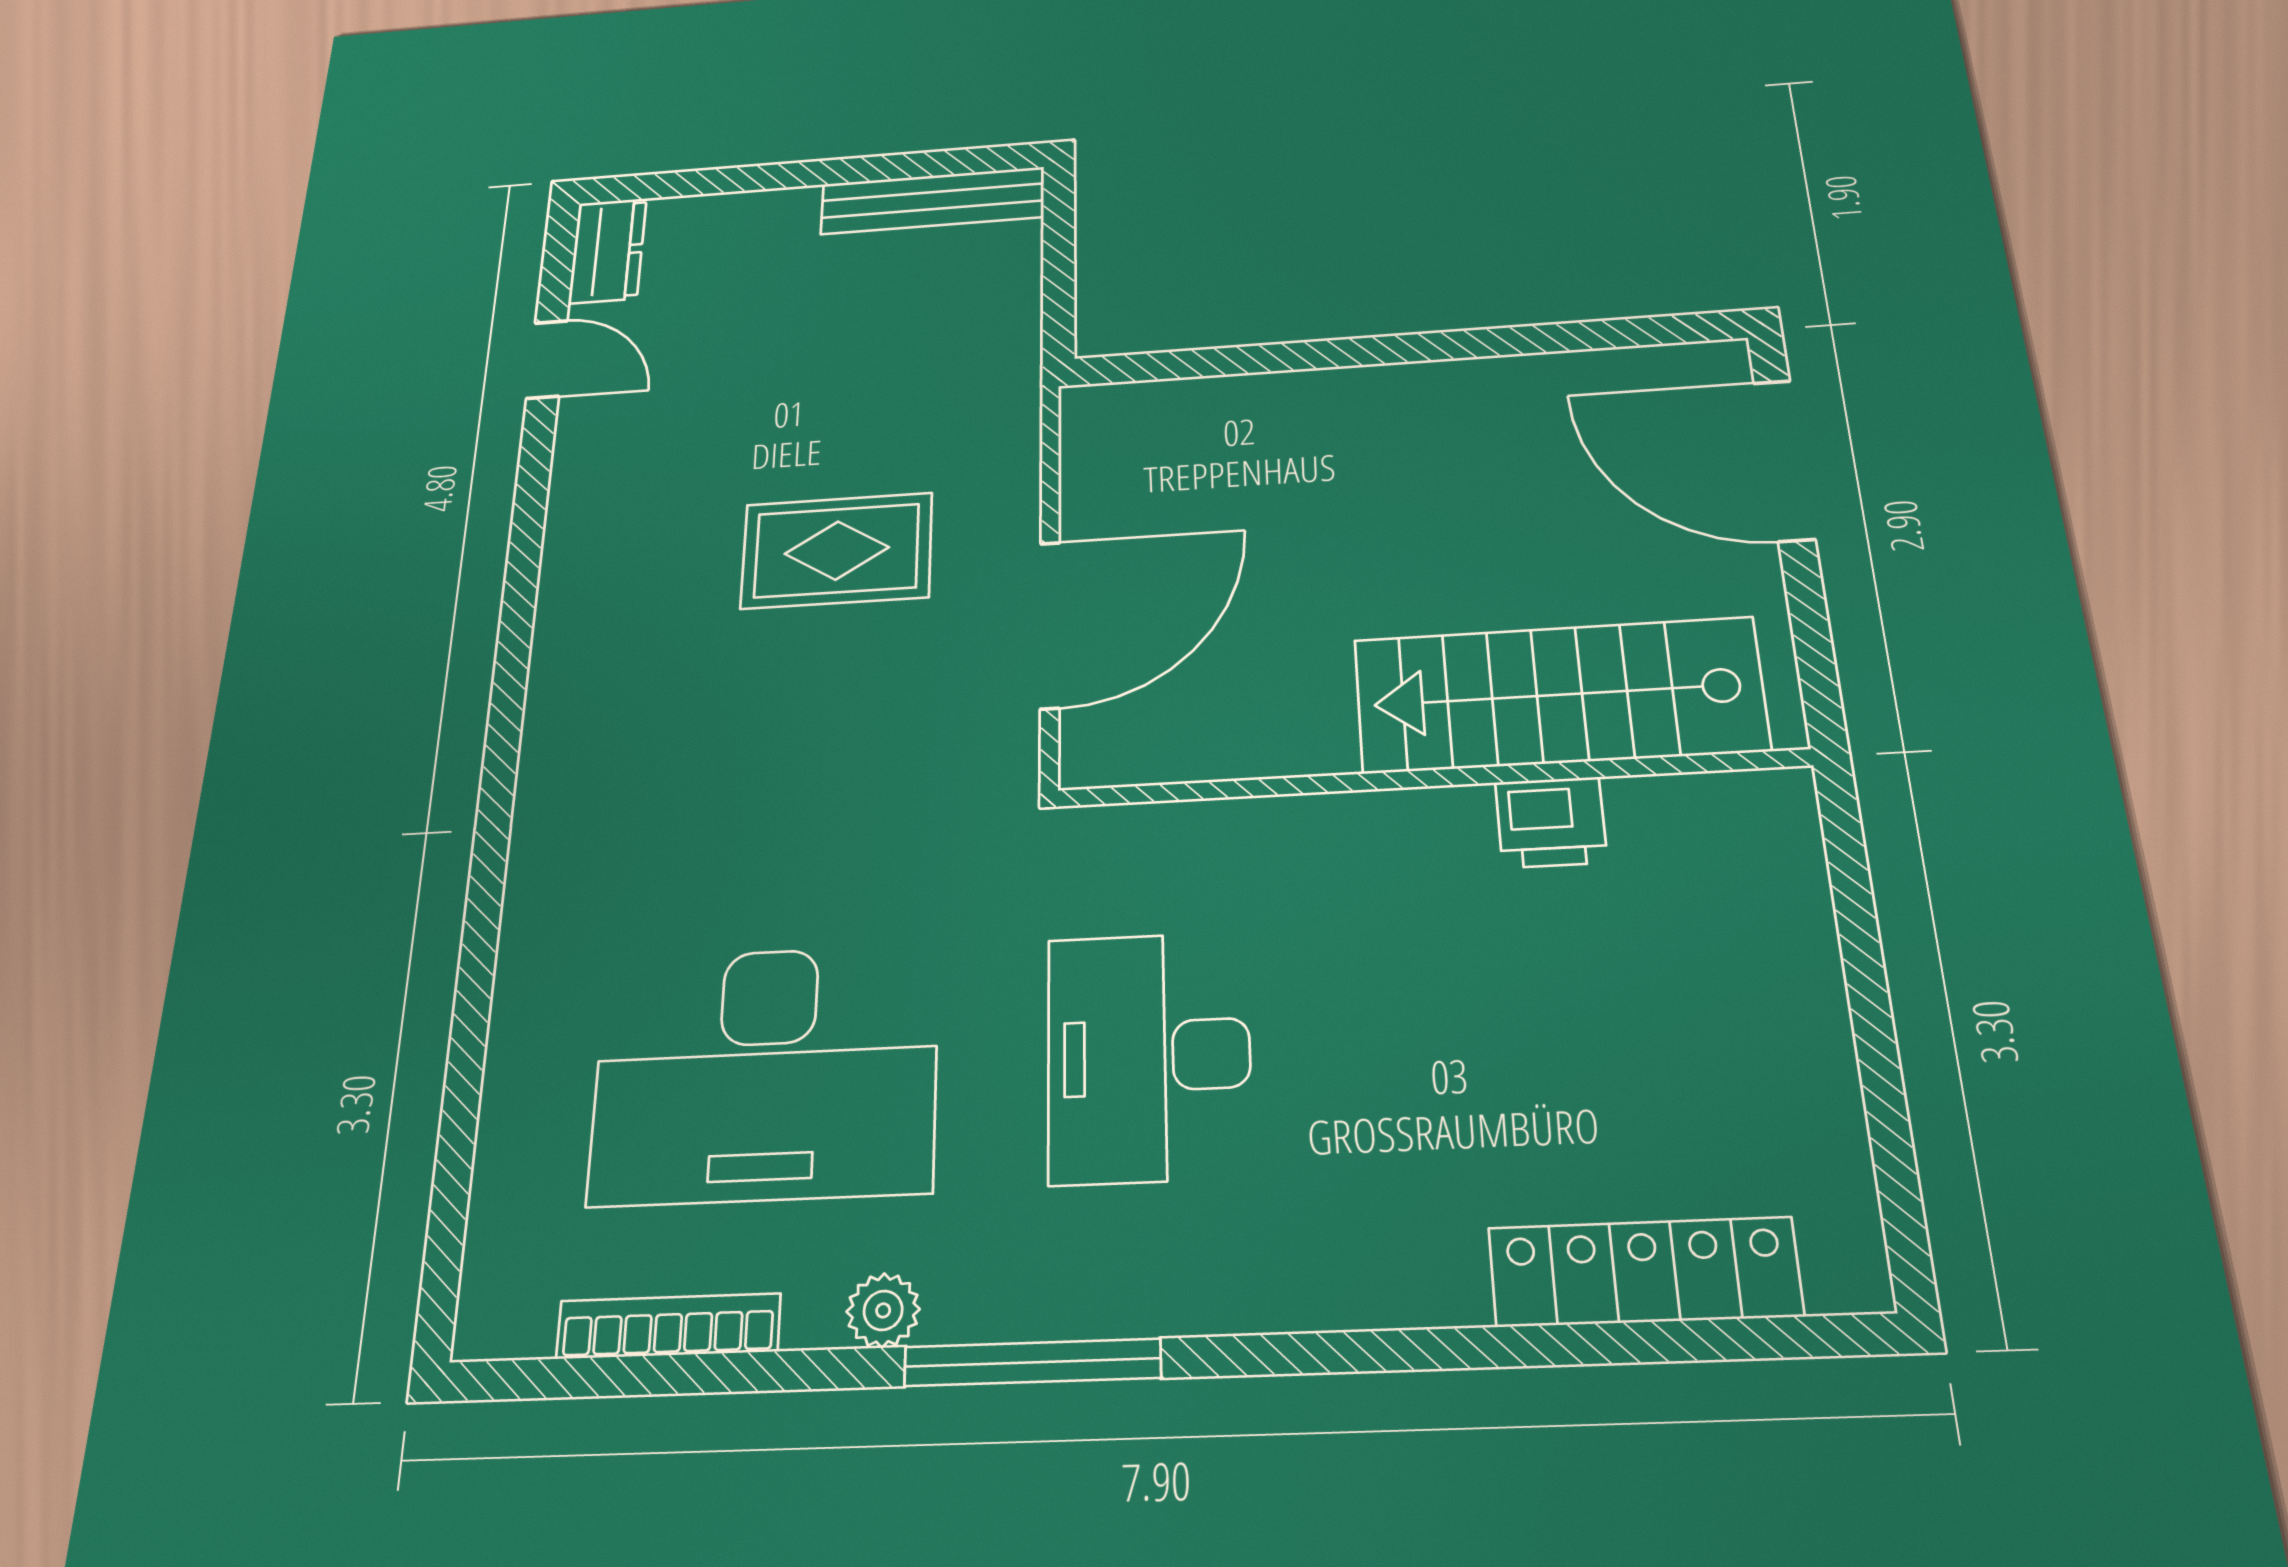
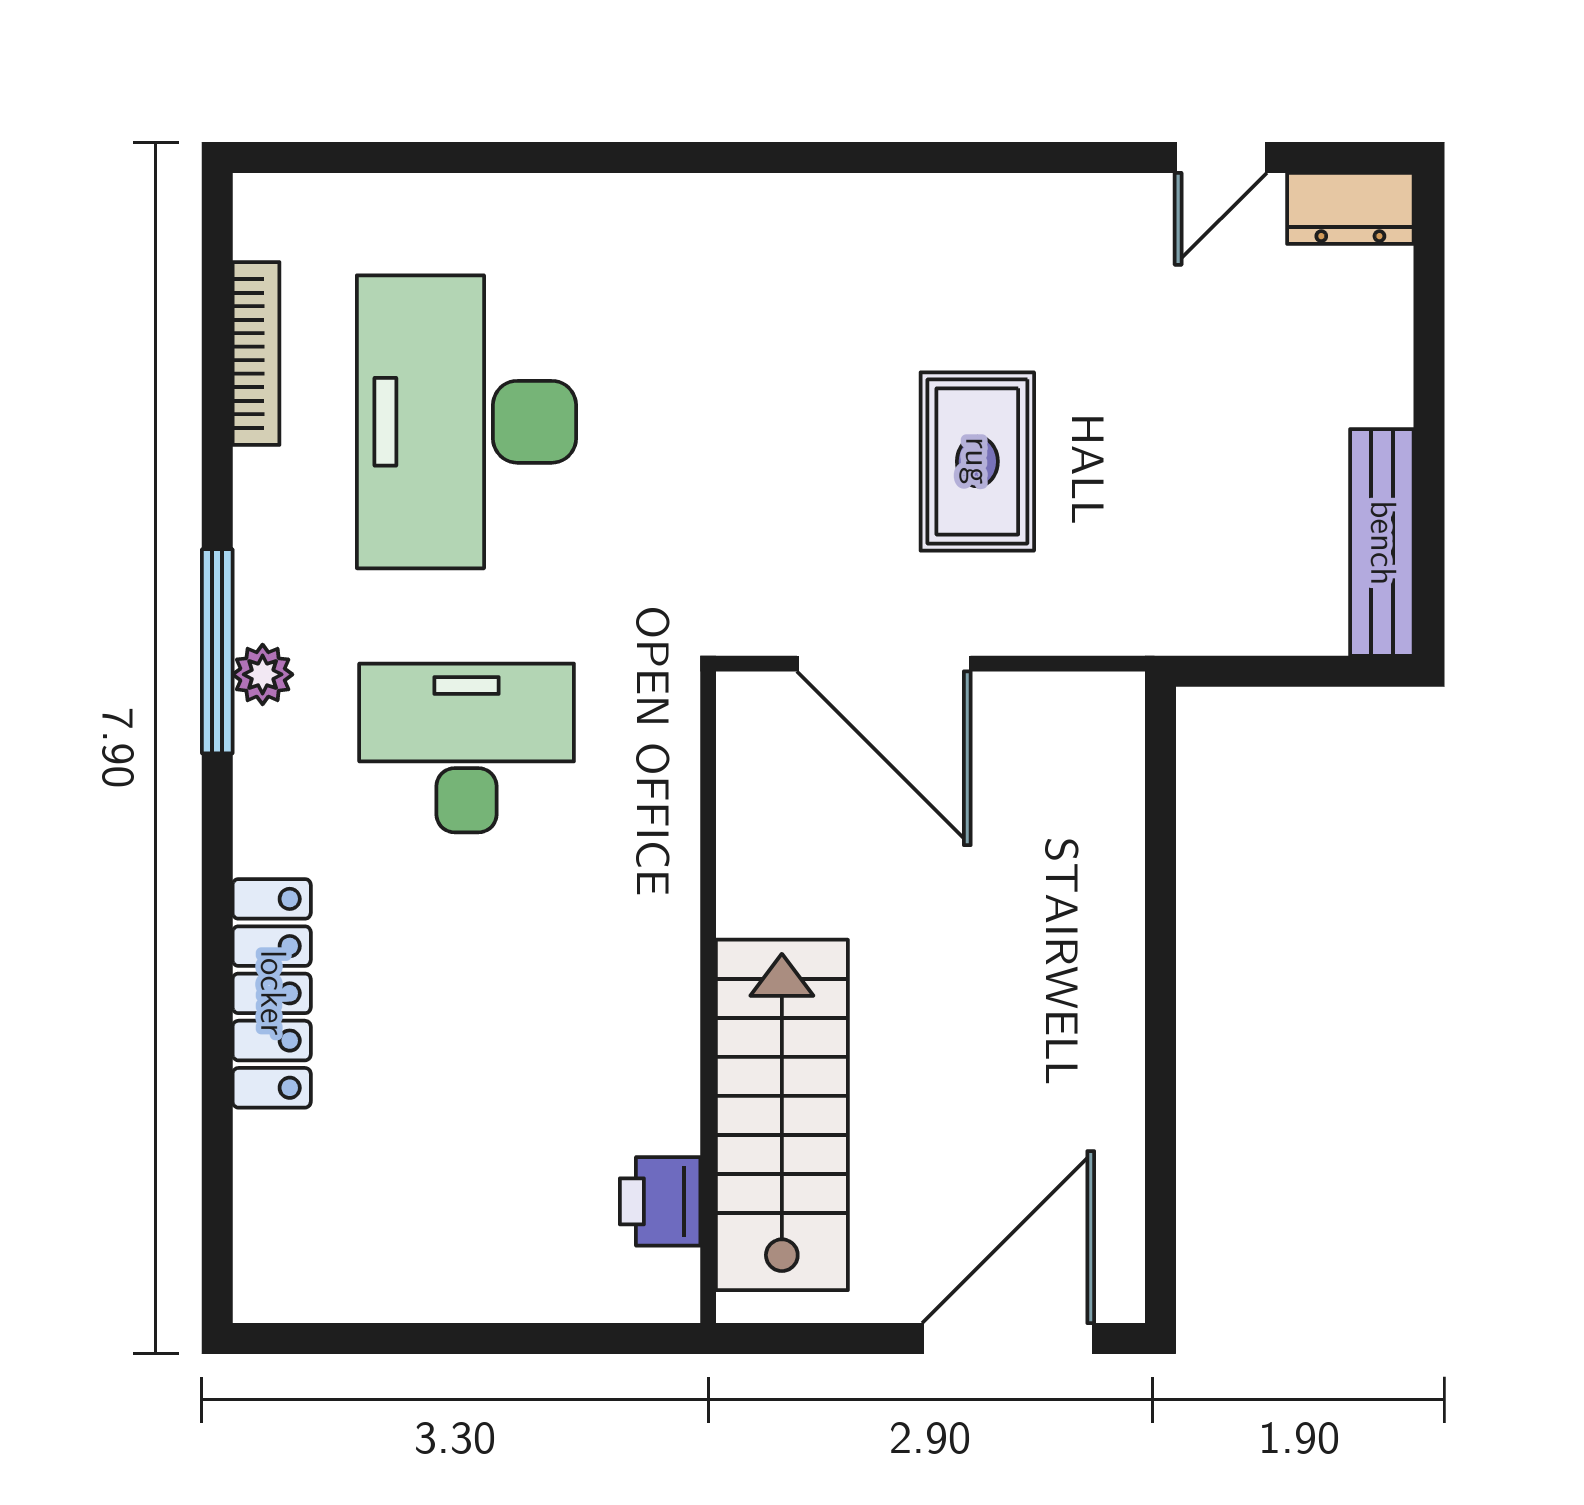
printer: (1551, 822) -> (660, 1201), moved
locker: (1644, 1272) -> (272, 993), moved
plant: (883, 1310) -> (263, 674), moved

